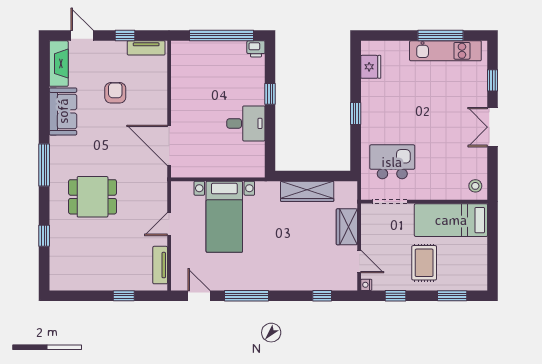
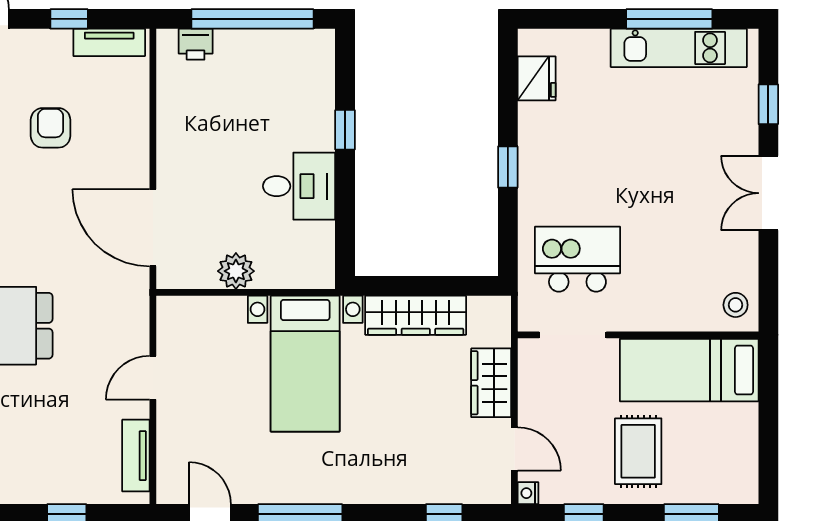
printer: (256, 49) -> (196, 44), moved
plant: (213, 168) -> (236, 271), added
bed with nightstands: (224, 217) -> (305, 364), moved

